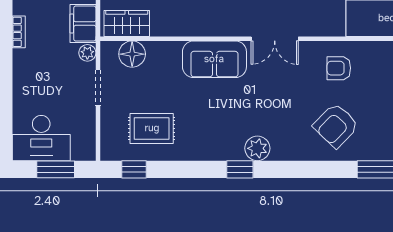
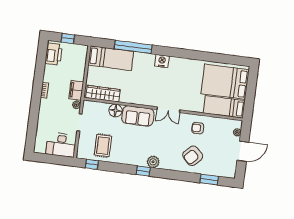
wardrobe: (127, 23) -> (103, 94), width x1.50
floor lamp: (132, 54) -> (115, 110), moved
rug: (152, 128) -> (103, 146), turned 90
desk: (41, 138) -> (61, 145), moved
window: (56, 169) -> (54, 159), removed

